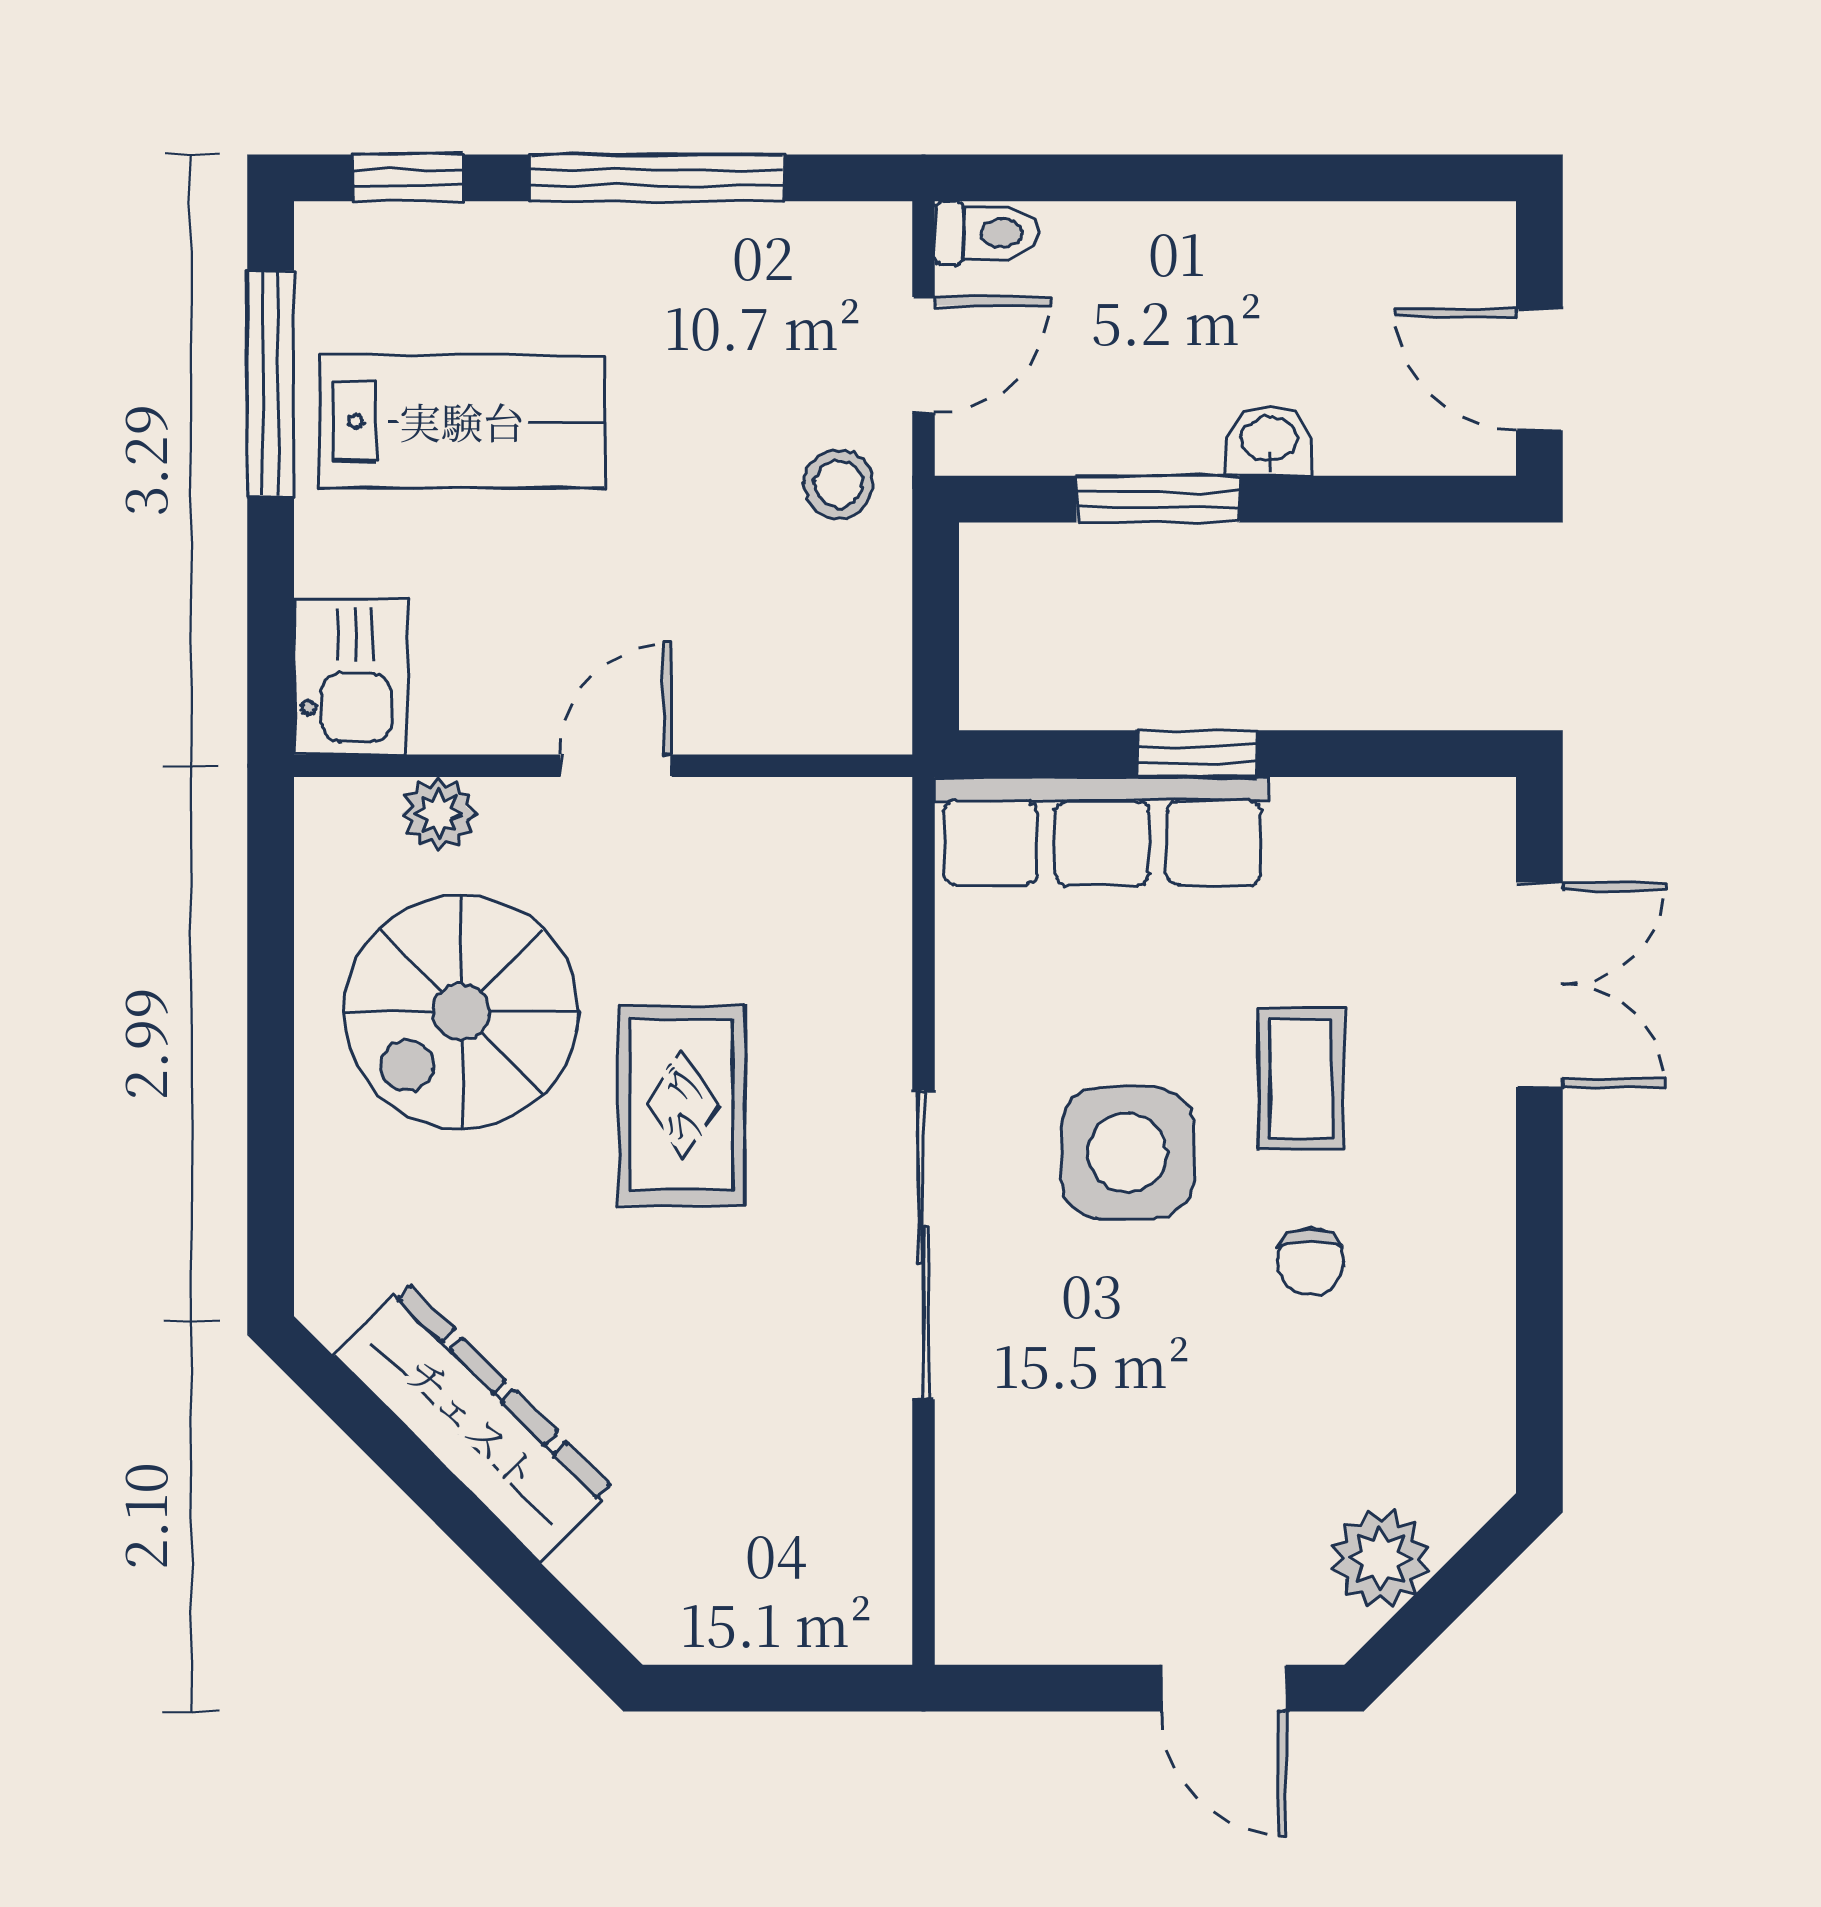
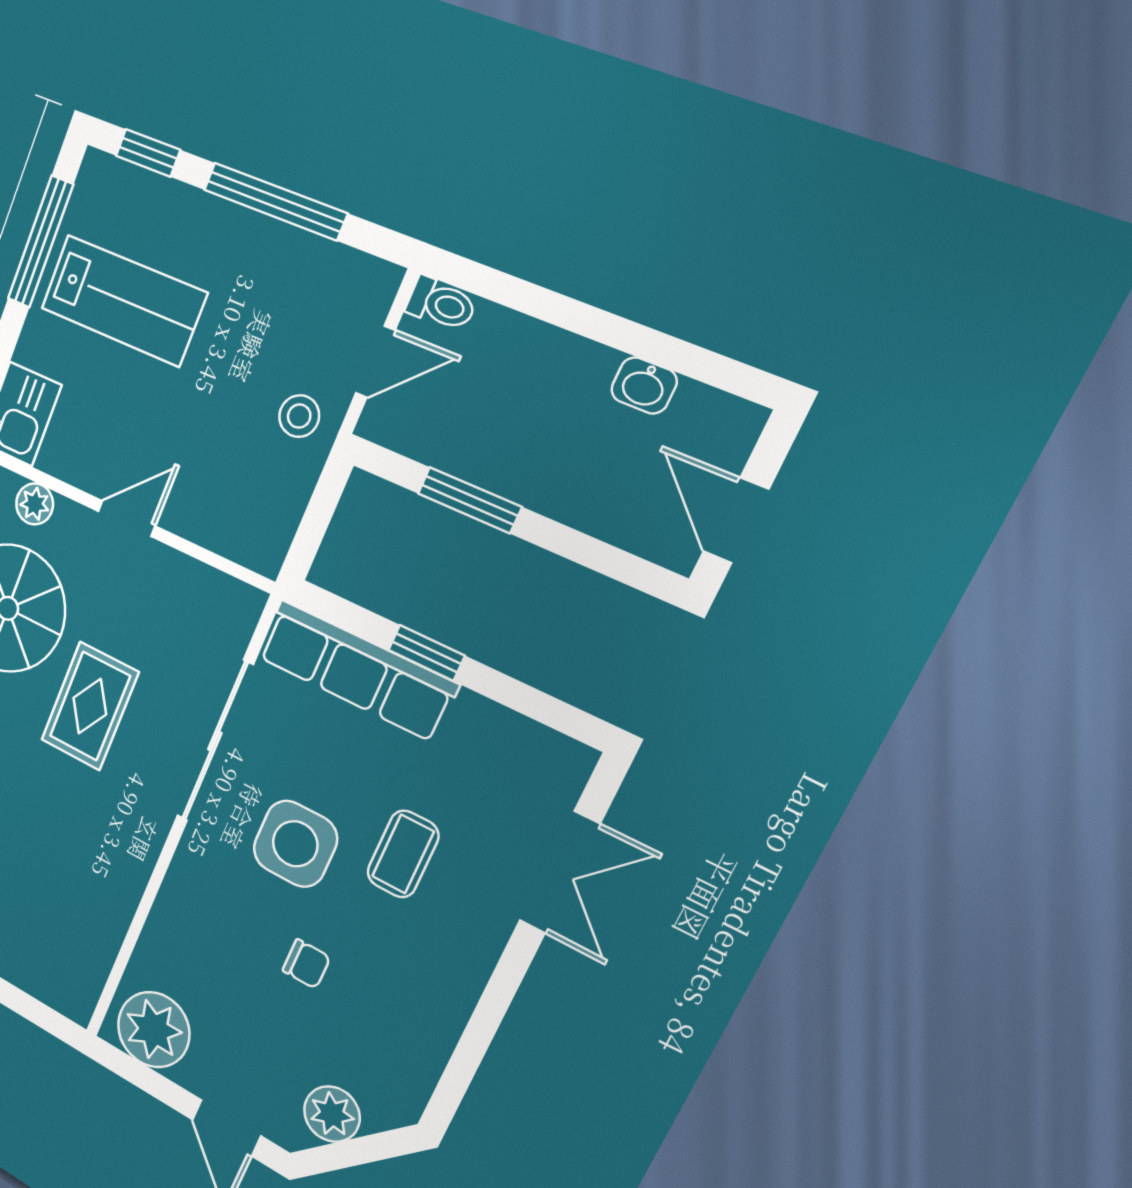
washbasin: (1269, 441) -> (644, 385), moved, turned 180
sliding door: (924, 1245) -> (215, 741), moved
chair: (1311, 1261) -> (306, 964), moved, turned -90
plant: (1029, 1595) -> (154, 1030), added

